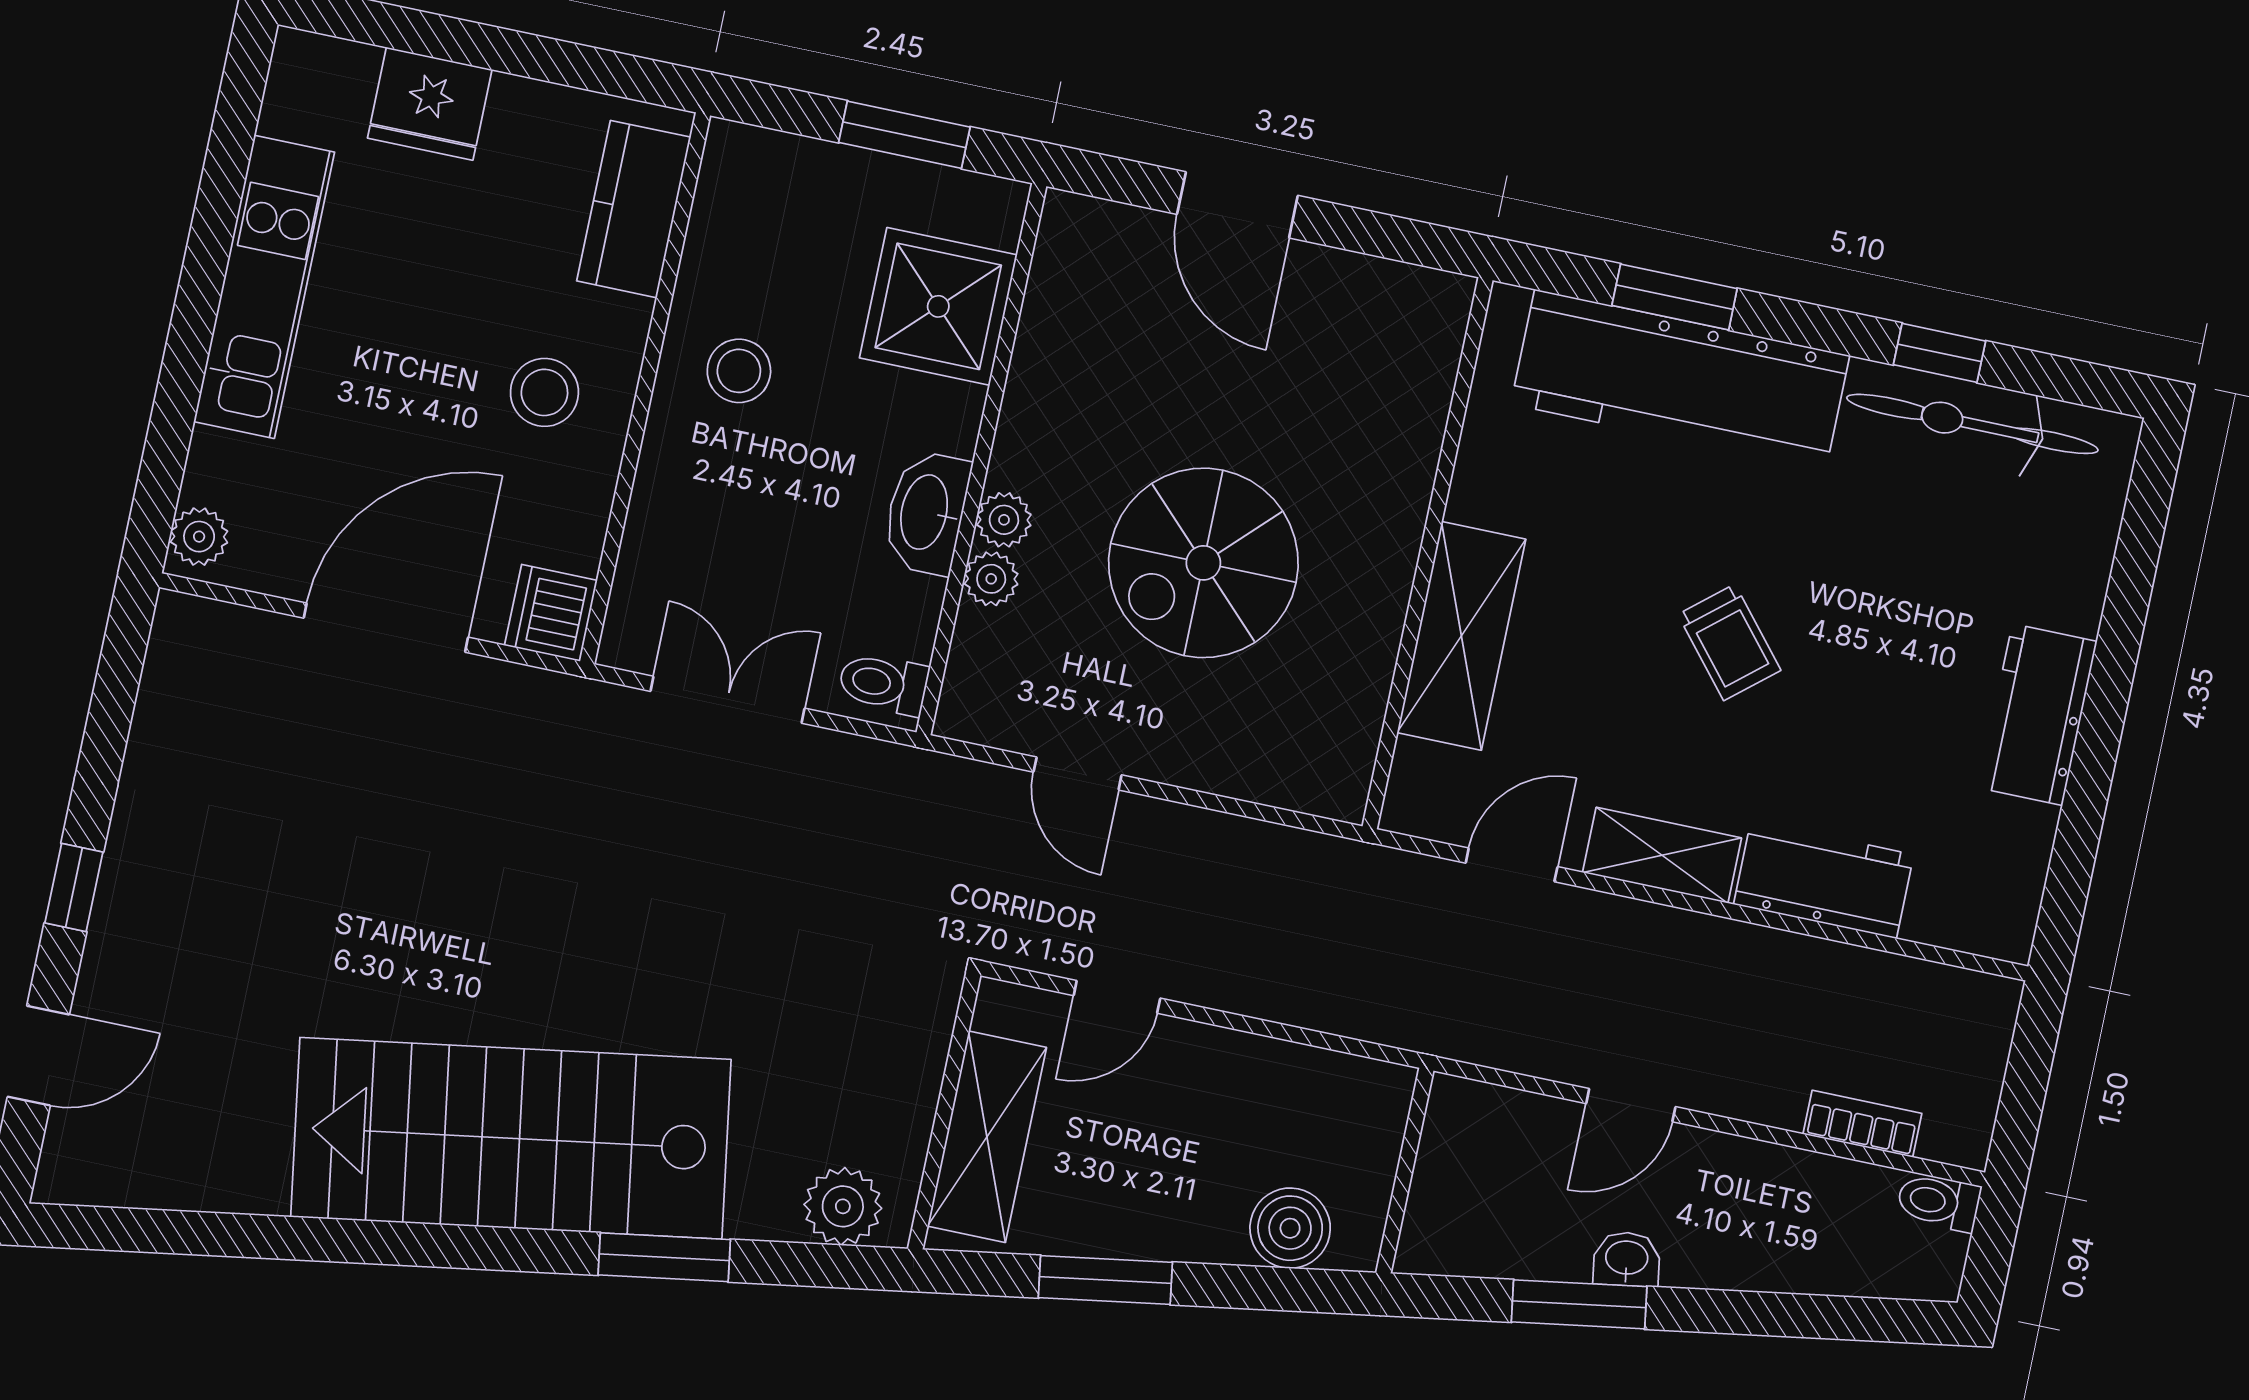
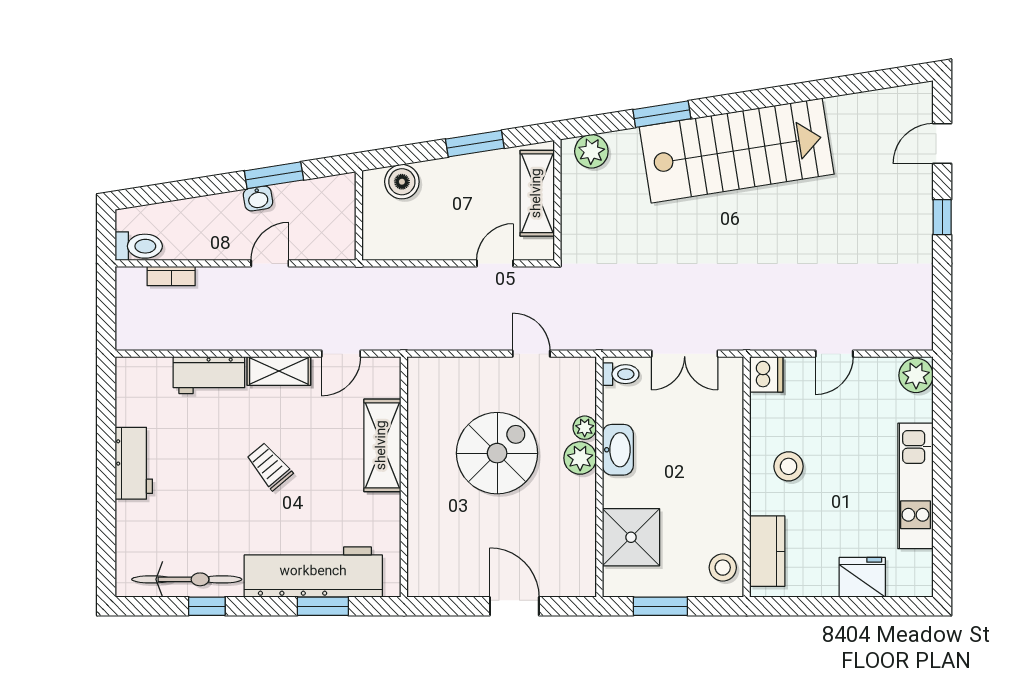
stool: (739, 371) -> (723, 568), moved
plant: (1004, 520) -> (580, 458), width x1.38, depth x1.38
plant: (199, 537) -> (916, 375), width x1.38, depth x1.38
door: (386, 628) -> (834, 354), width x0.53
toilet: (1939, 1202) -> (139, 246), width x1.37, depth x1.39

